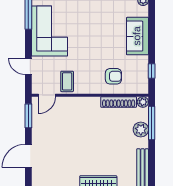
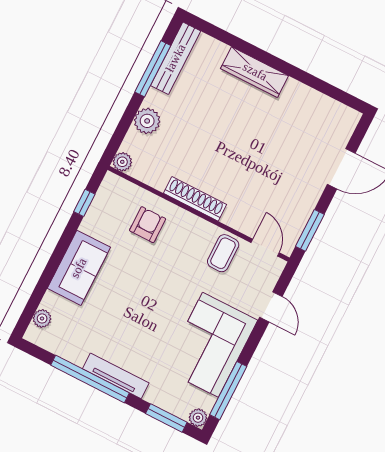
armchair: (113, 76) -> (148, 225), turned 90
door: (47, 95) -> (265, 248), hinge flipped
shoe rack: (119, 102) -> (195, 199), moved
window: (152, 123) -> (153, 69), moved

